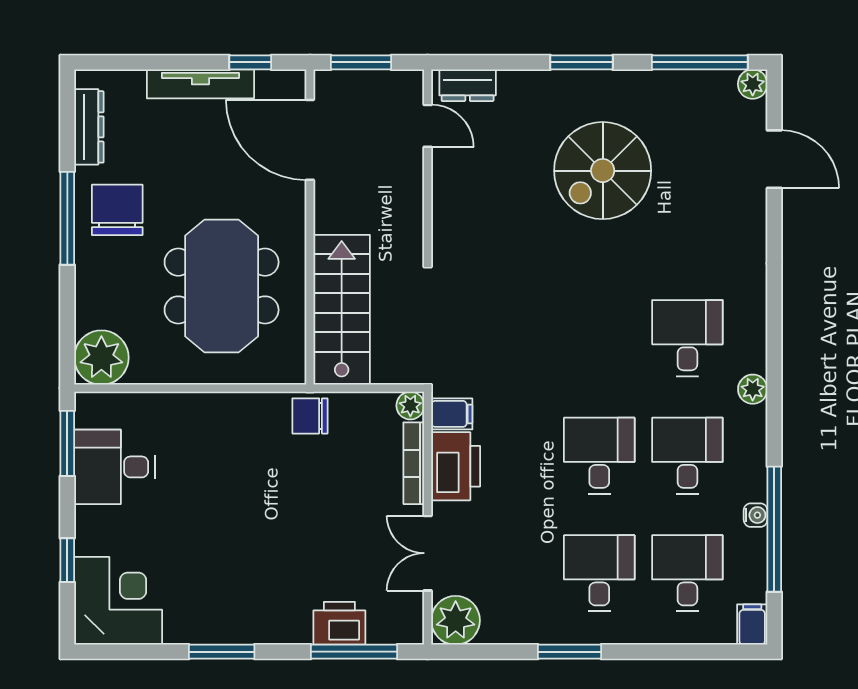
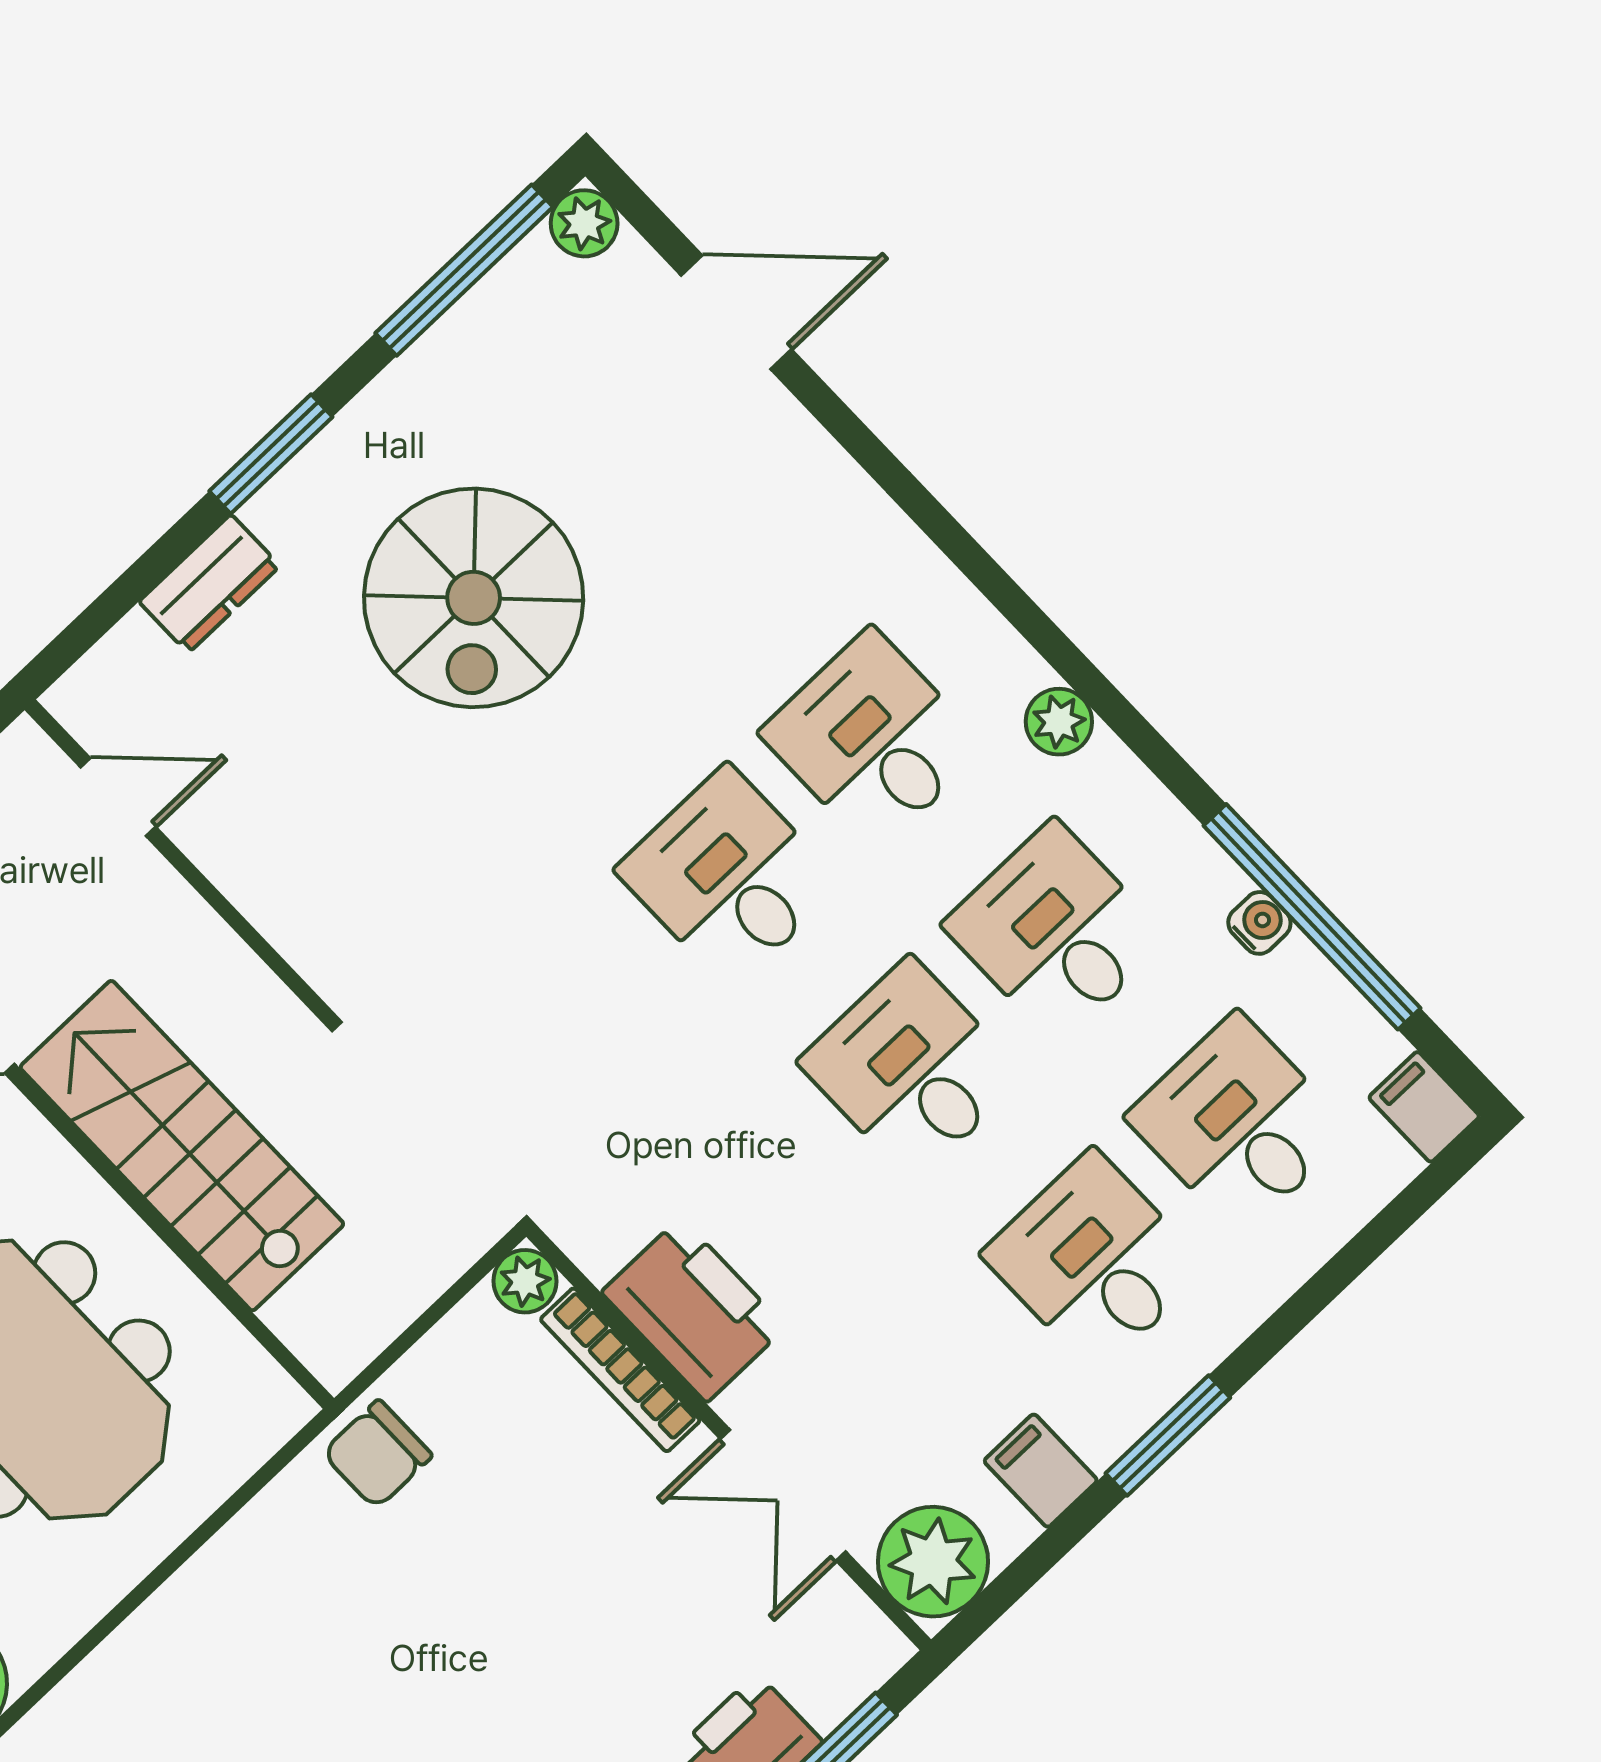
dresser: (468, 85) -> (209, 584), moved
stairs: (342, 310) -> (182, 1146), moved
desk: (599, 338) -> (729, 877), added
filing cabinet: (452, 414) -> (1041, 1471), moved, turned -90

